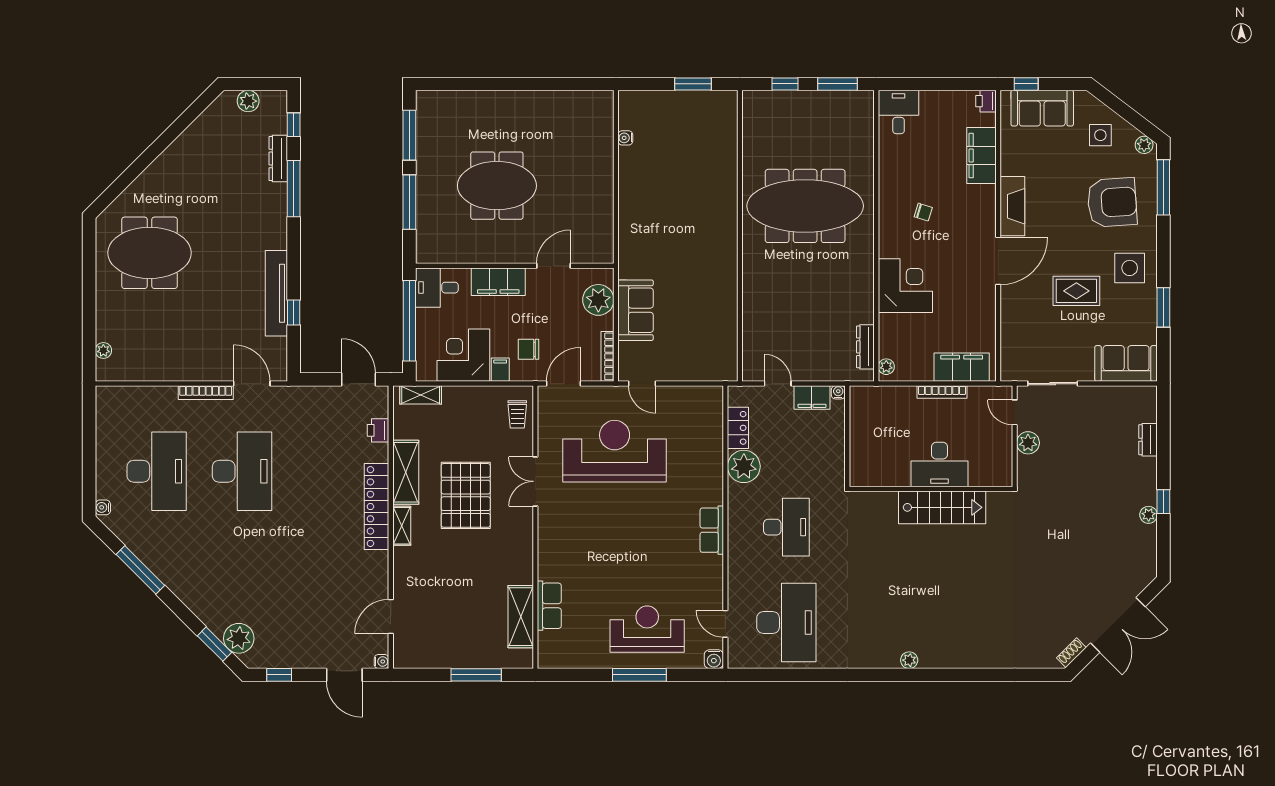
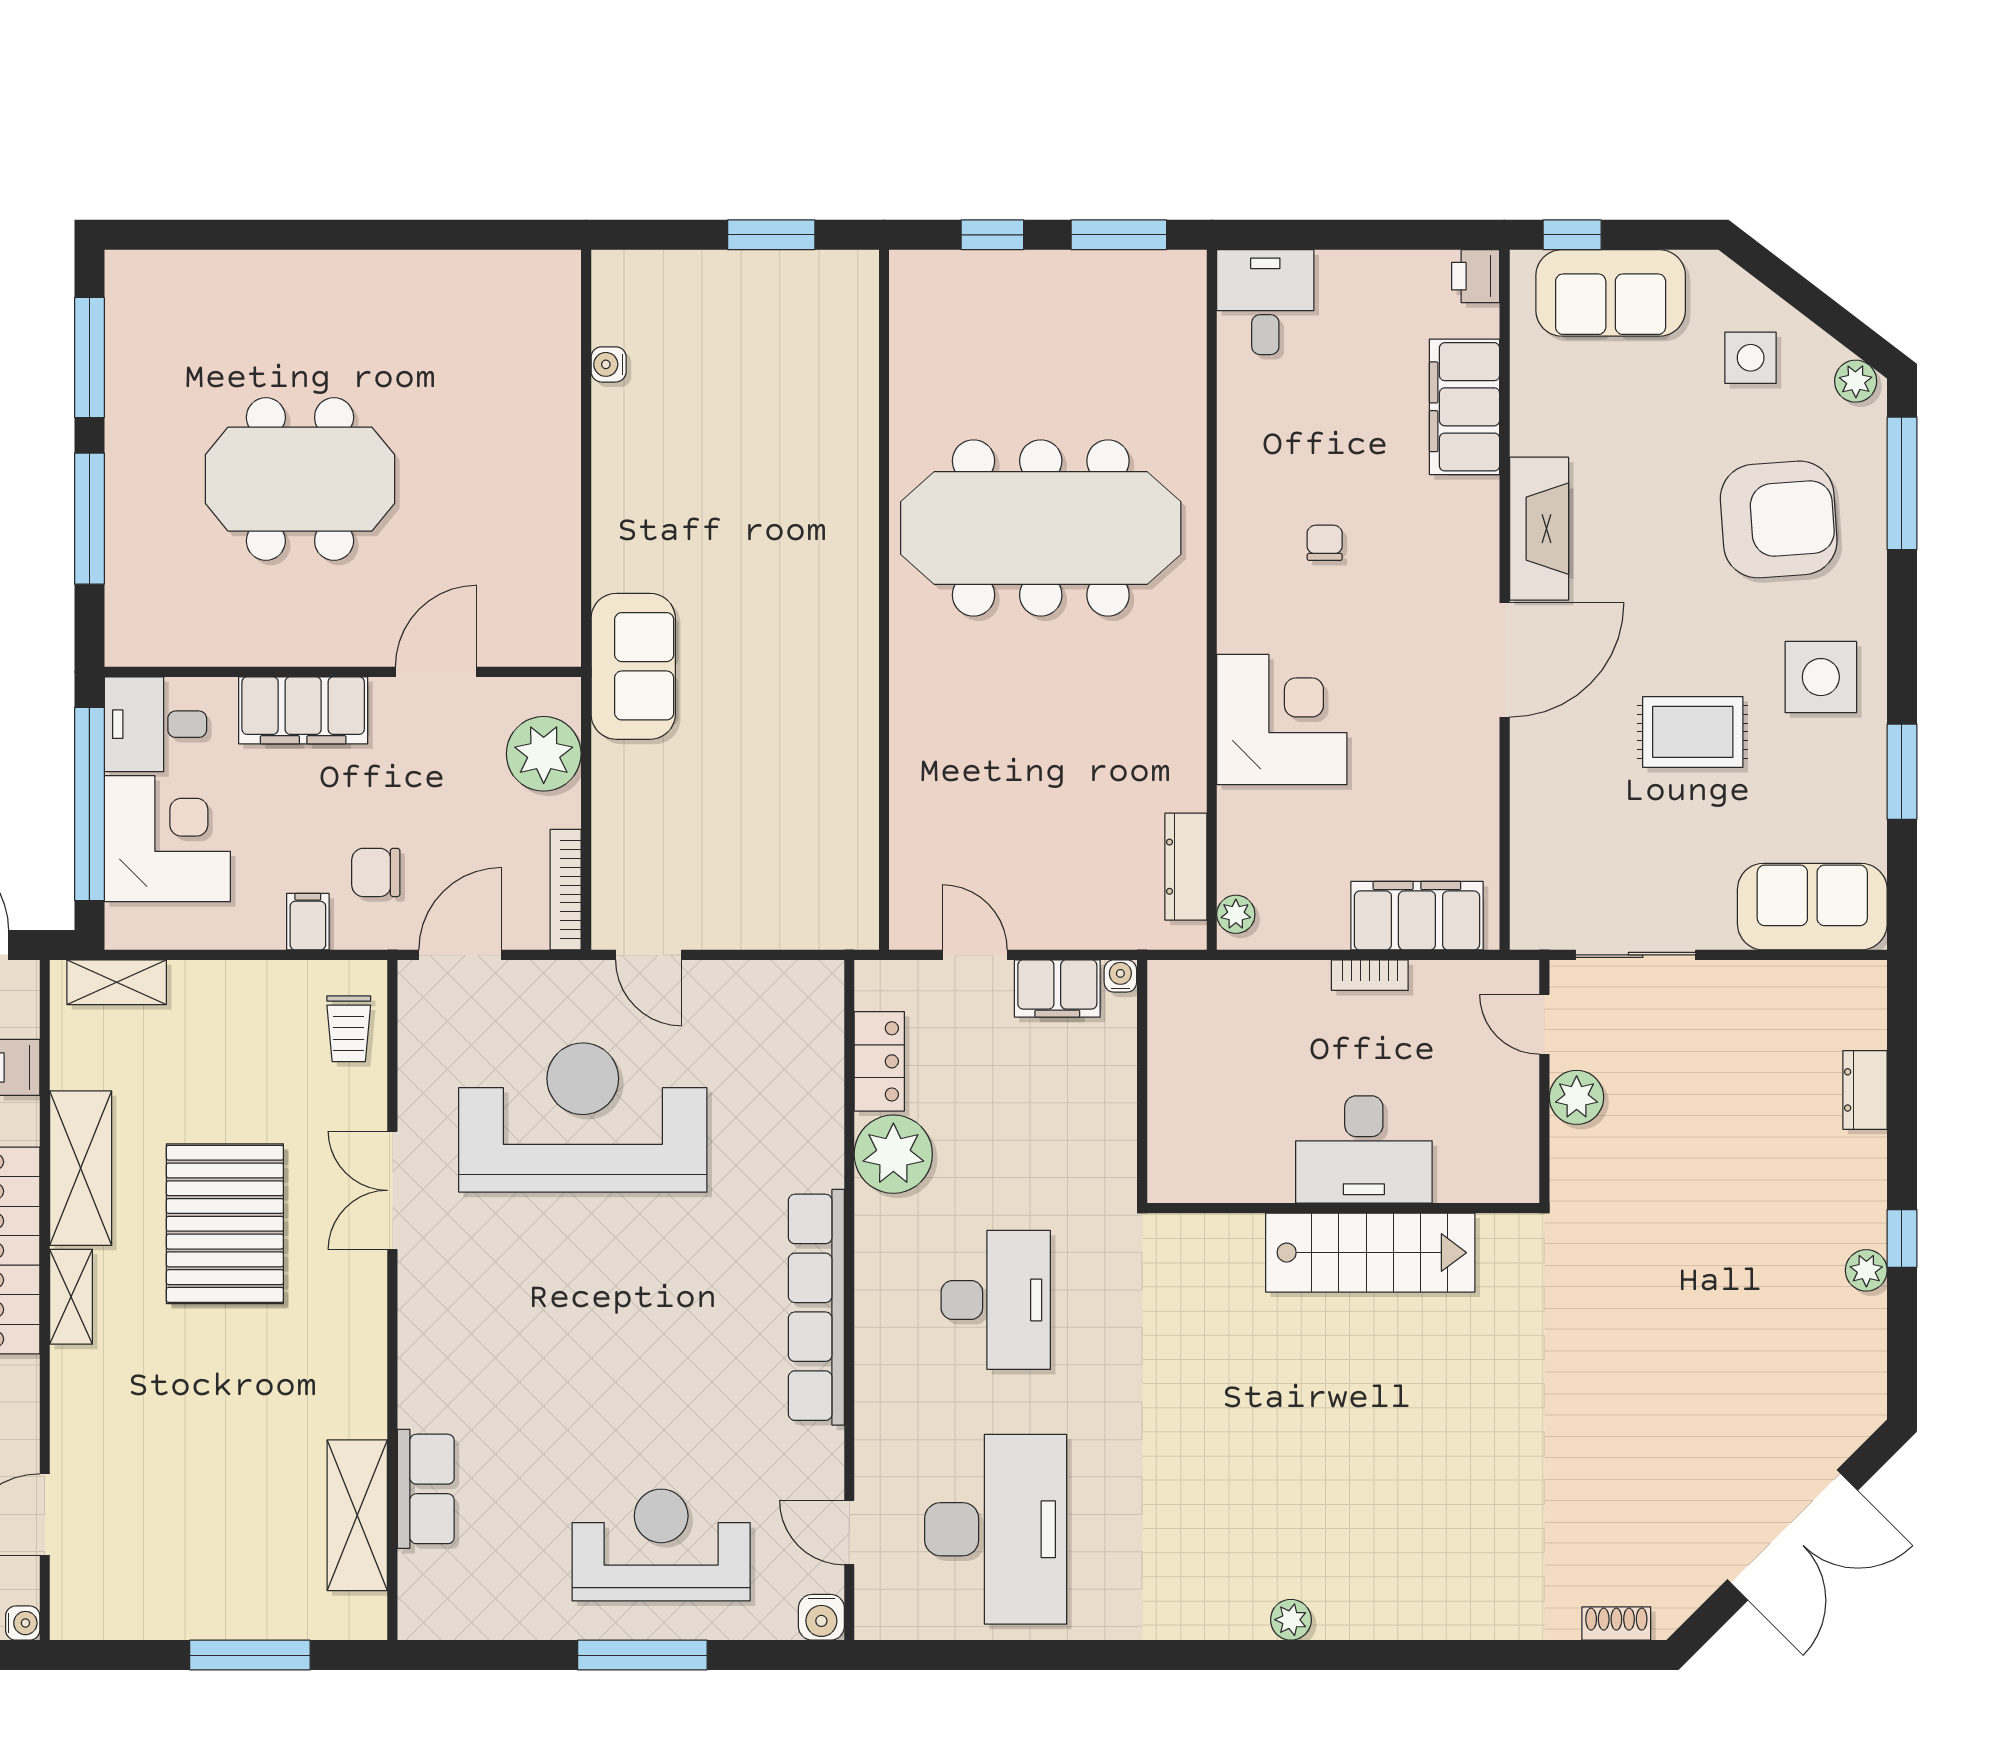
chair: (923, 212) -> (1325, 543), turned -107
sofa: (636, 310) -> (633, 666), moved
corner desk: (463, 355) -> (167, 839), moved, turned 90
bookcase: (942, 392) -> (1370, 975), width x0.64
row of seats: (712, 530) -> (816, 1307), width x2.02
shoe rack: (1071, 653) -> (1616, 1623), moved, turned 45

